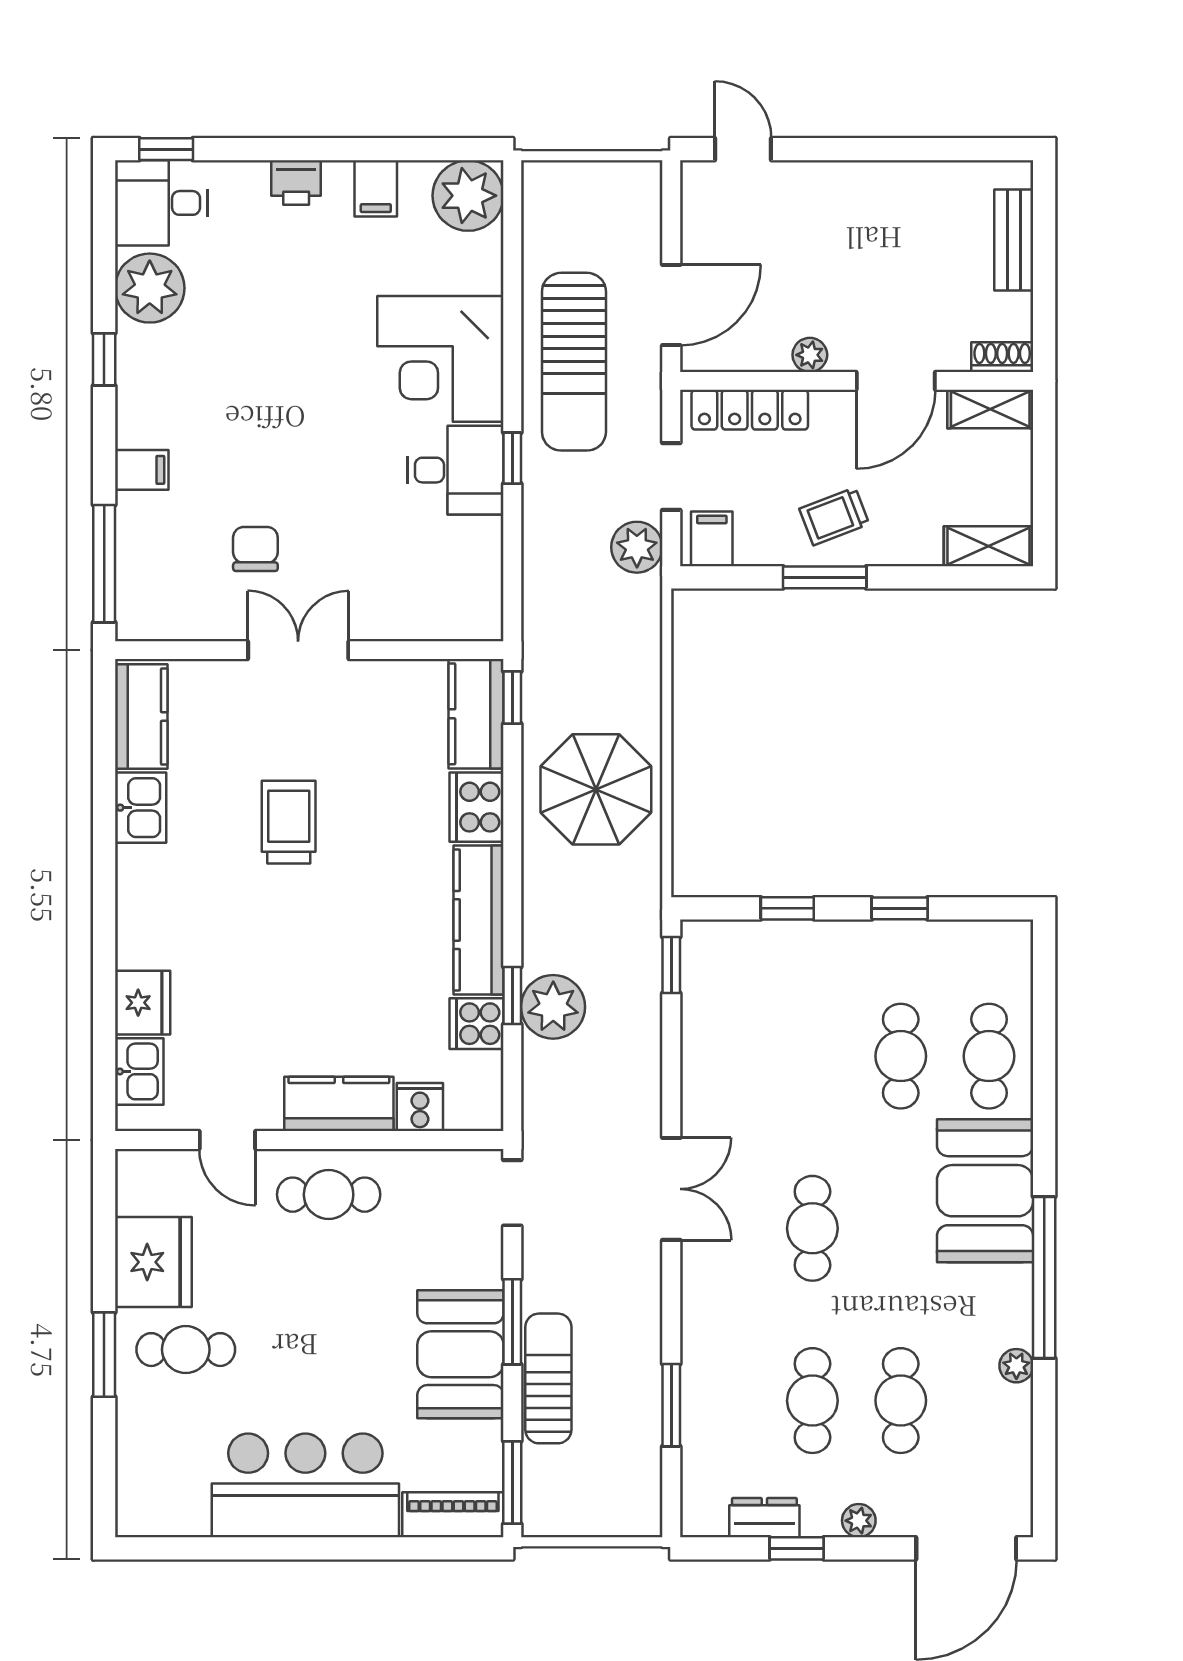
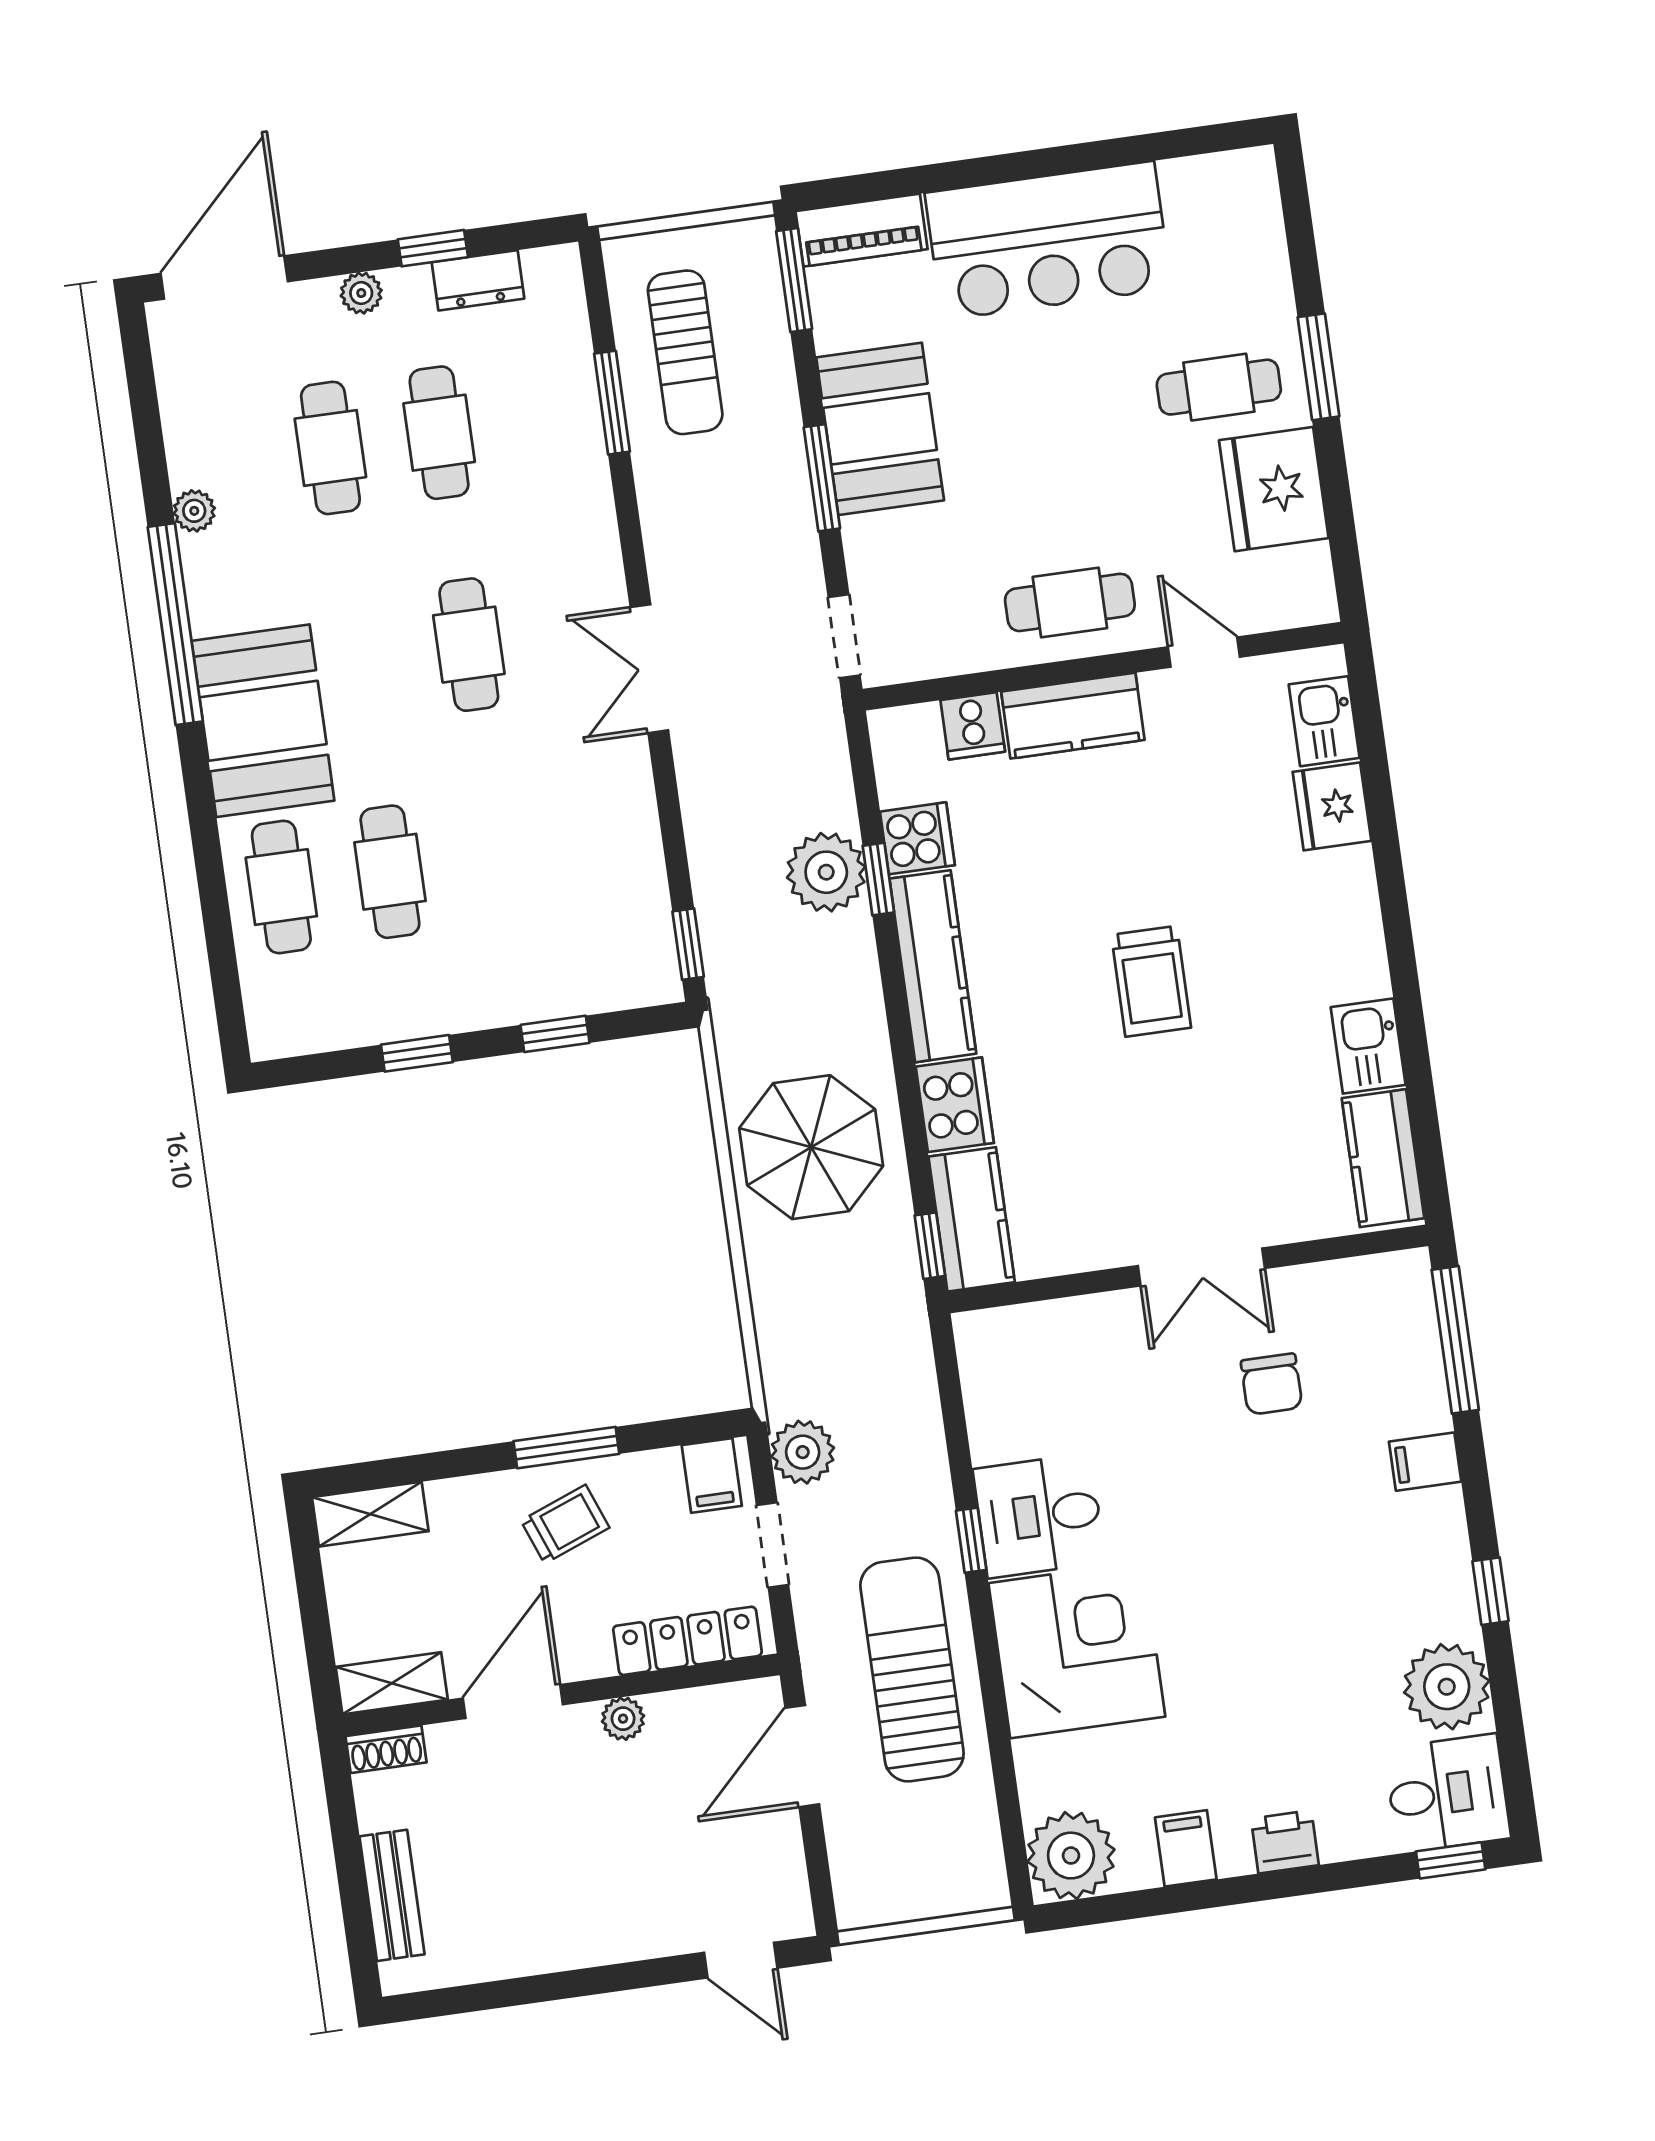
trolley: (289, 822) -> (1151, 981), moved
sun lounger: (548, 1378) -> (685, 352), moved

